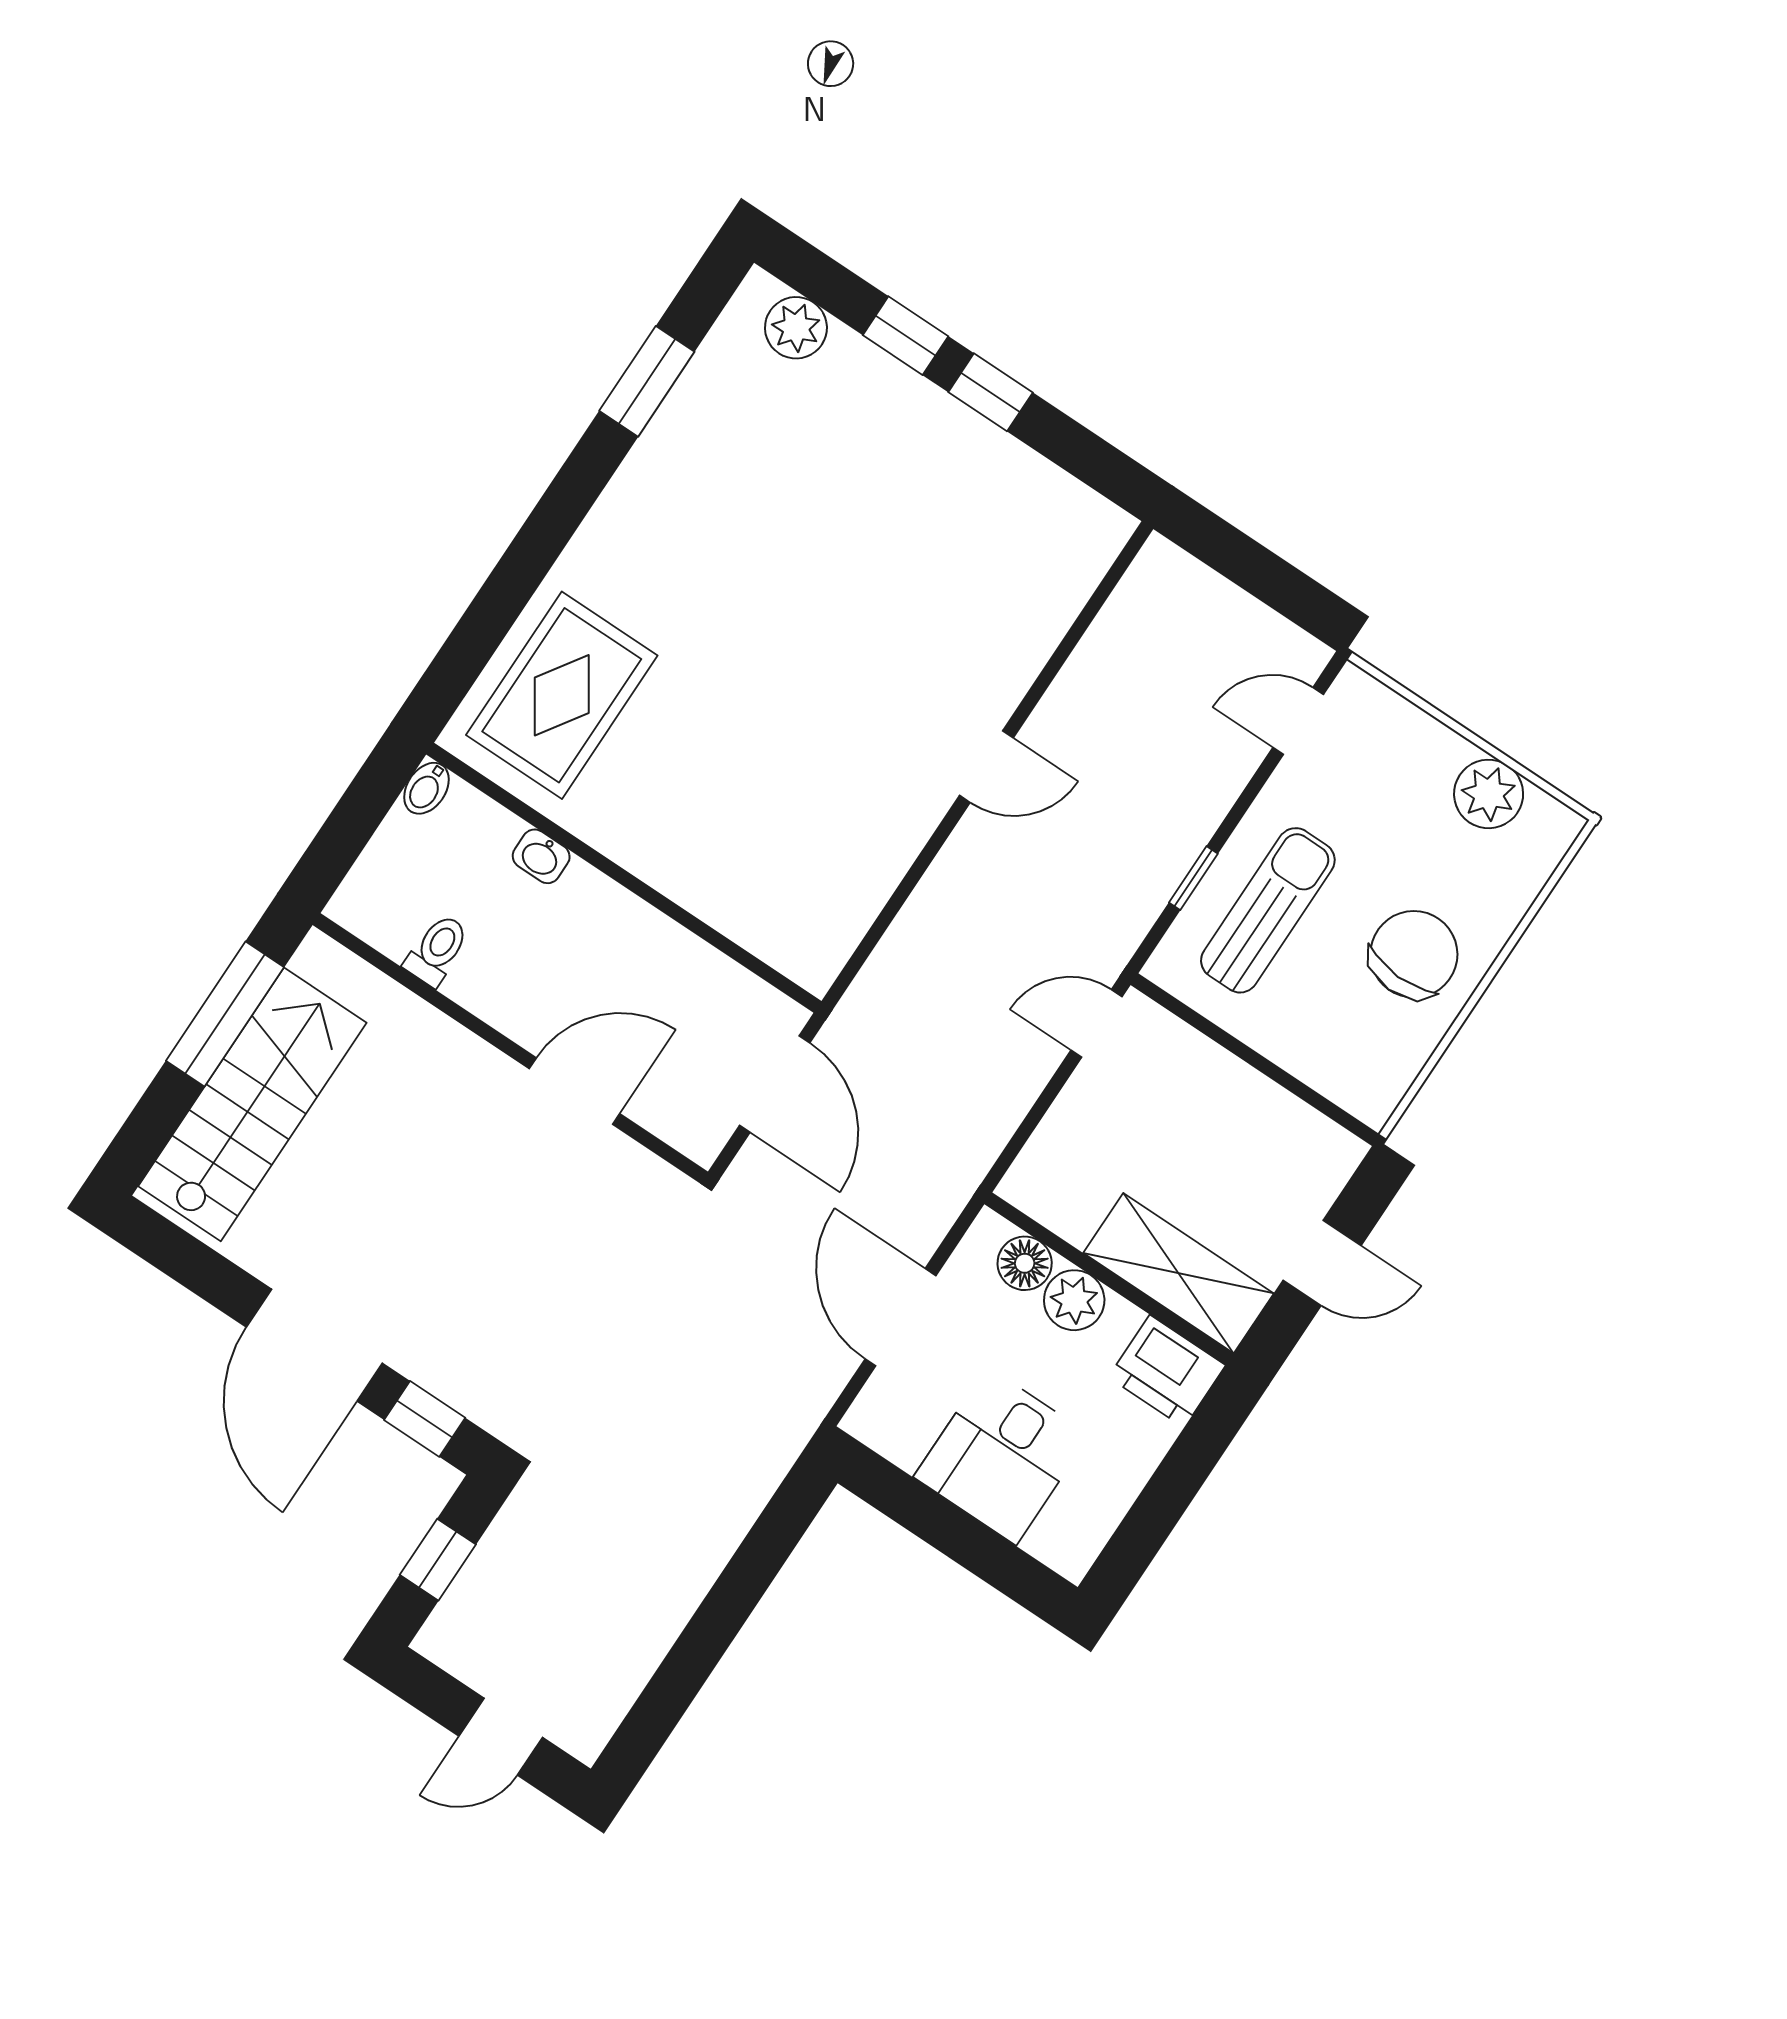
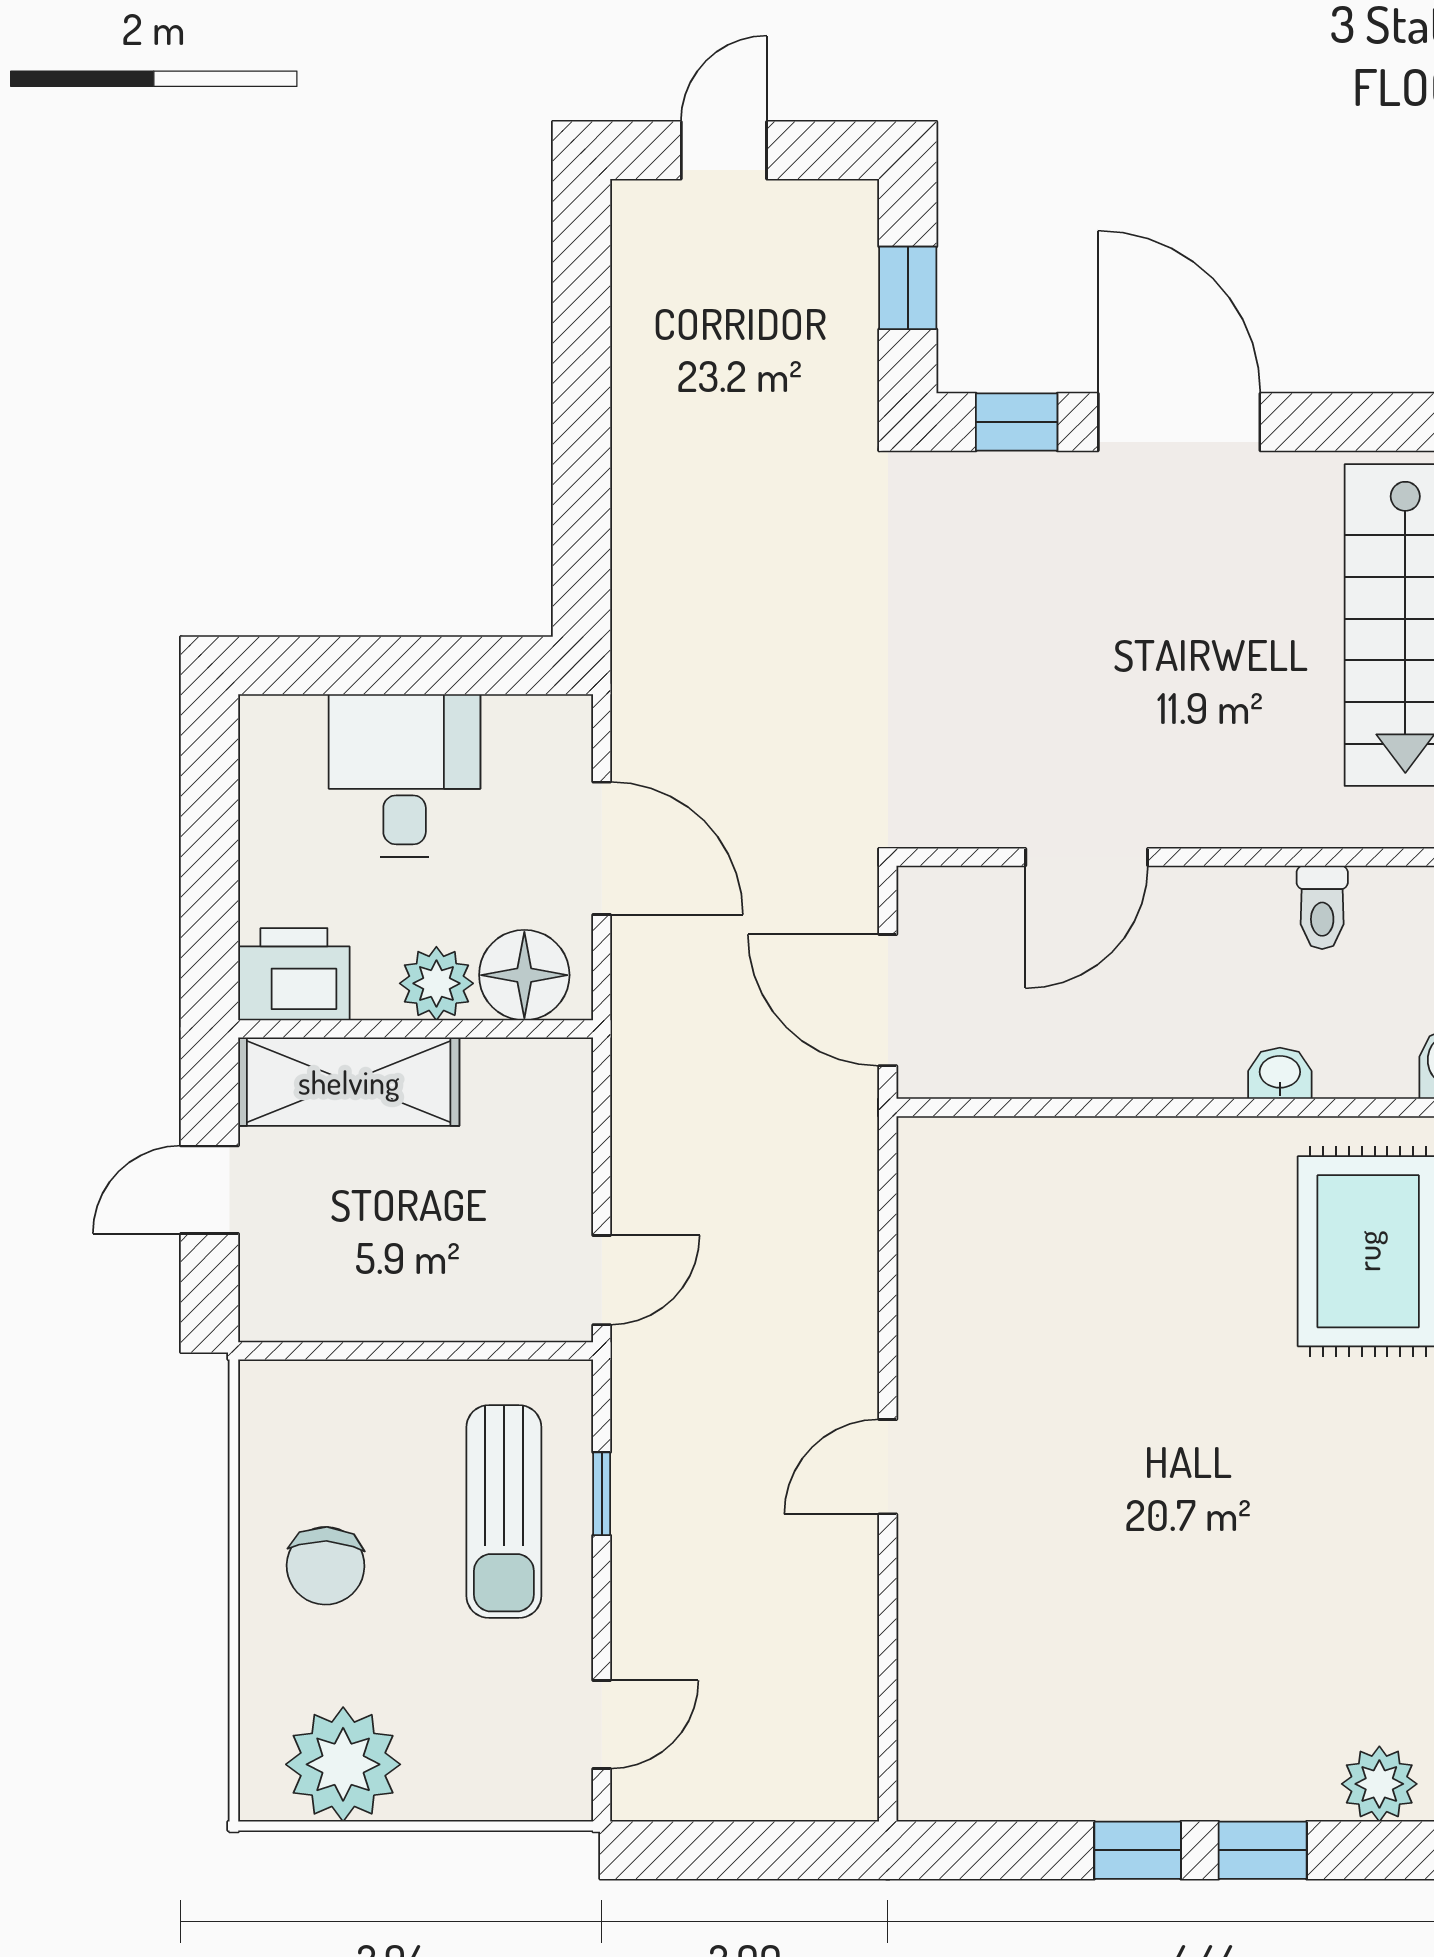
plant: (1489, 794) -> (343, 1764), width x1.36, depth x1.36
chair: (1414, 954) -> (326, 1566), width x0.73, depth x0.73
floor lamp: (1025, 1263) -> (524, 975), width x1.38, depth x1.38

